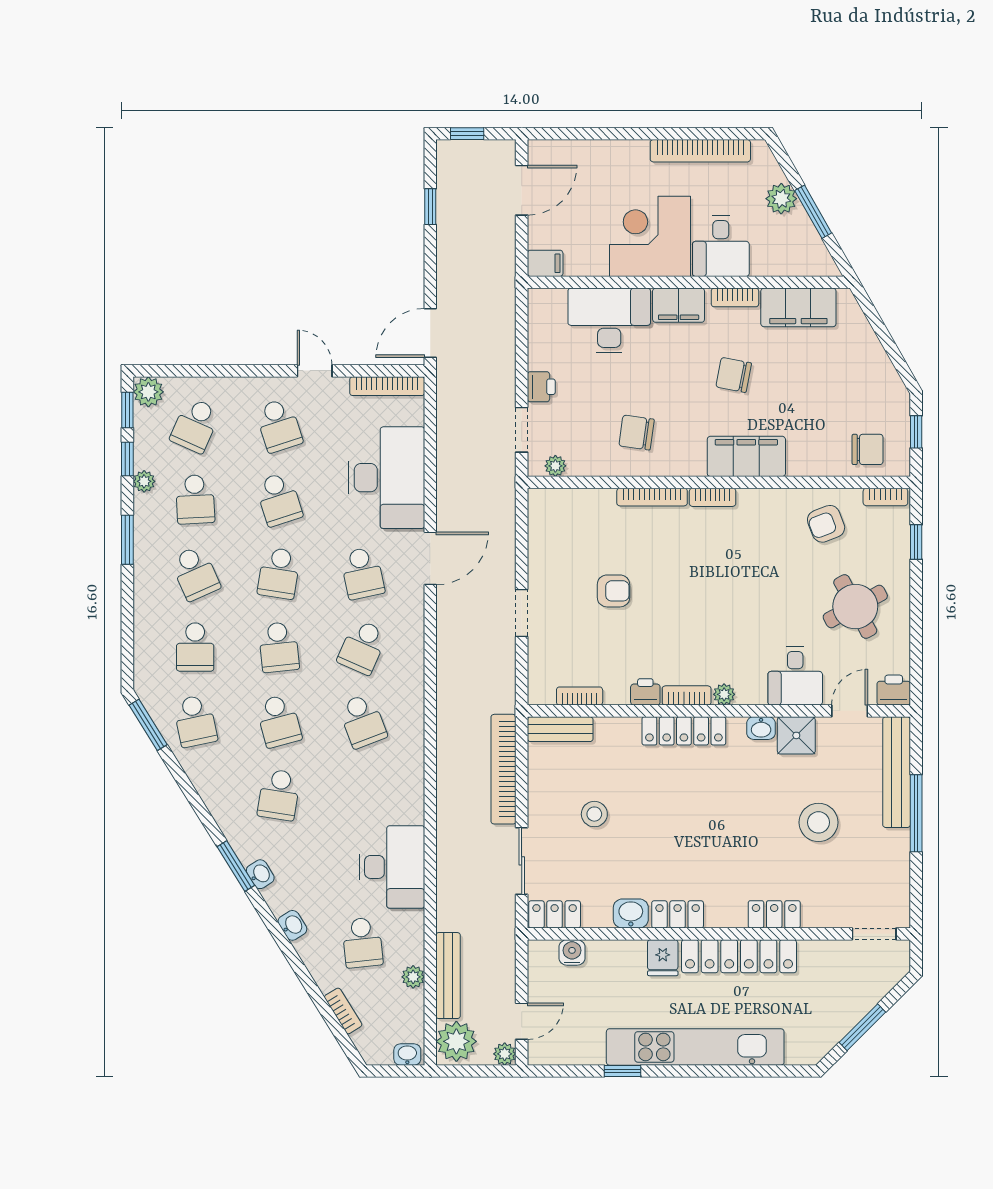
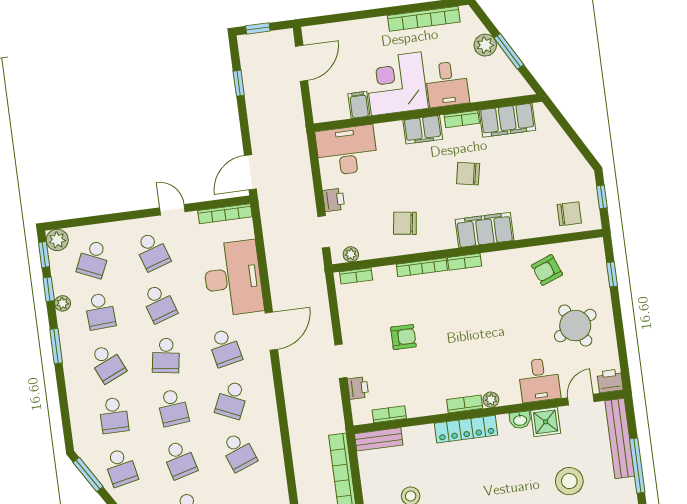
filing cabinet: (545, 263) -> (359, 105), moved, turned -90
desk: (609, 320) -> (347, 151), moved
bookcase: (885, 497) -> (356, 276), moved
printer: (645, 692) -> (358, 388), moved, turned 90

